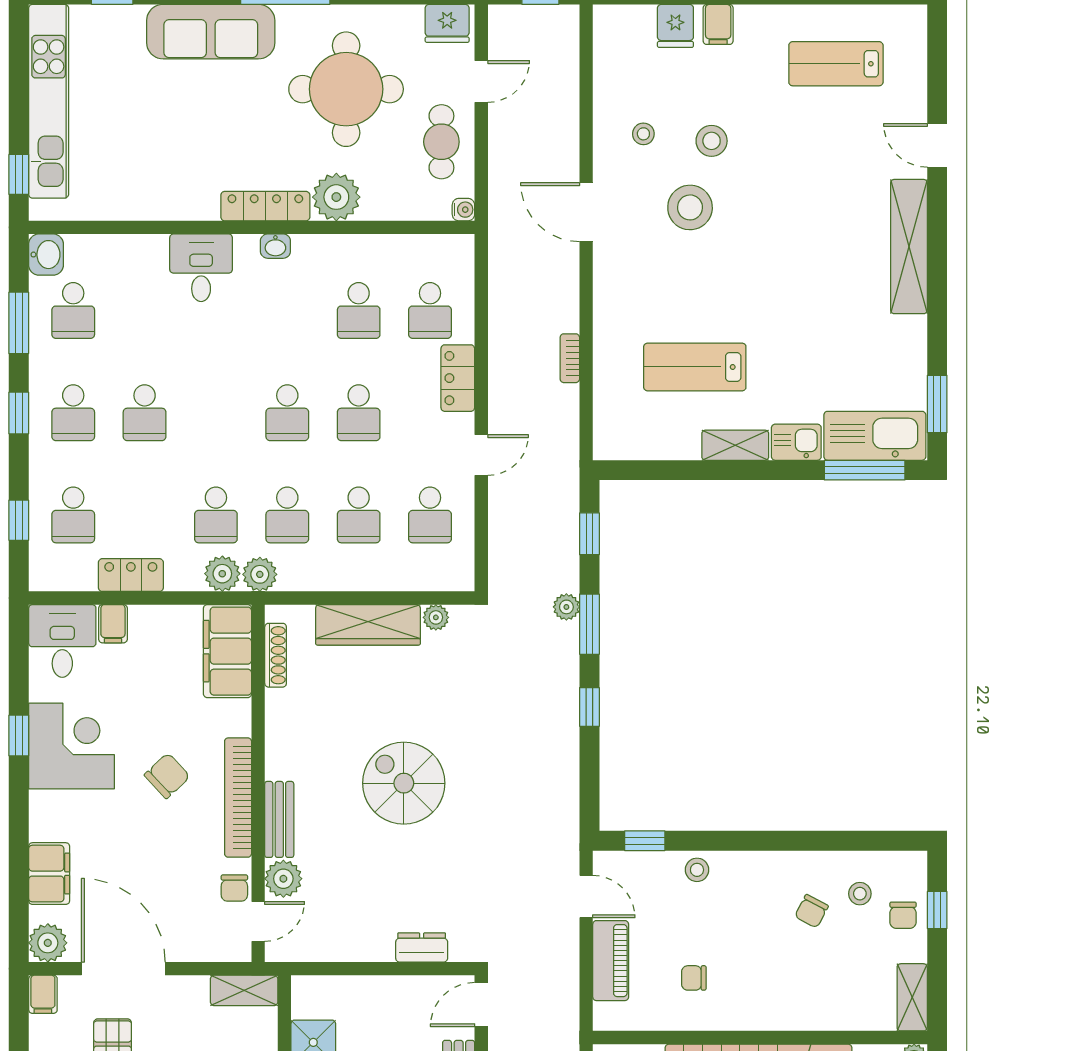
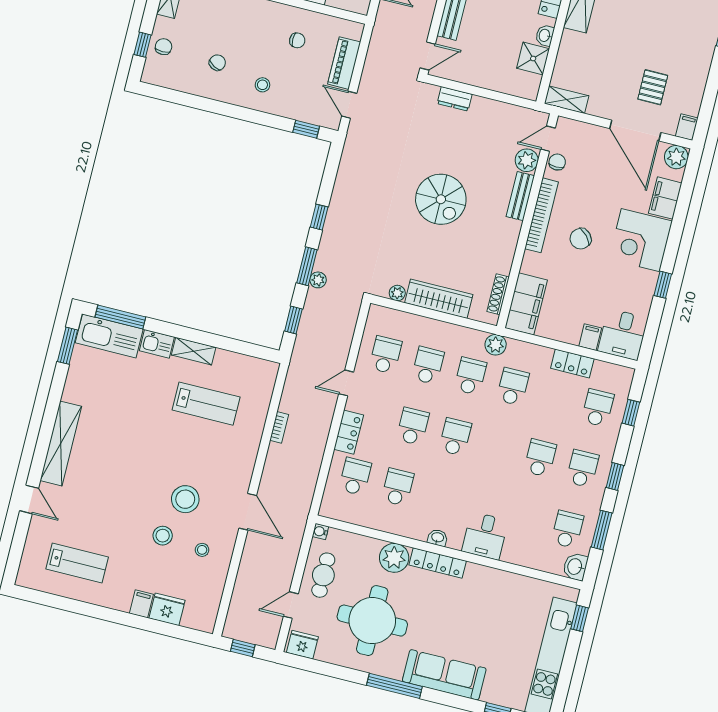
fridge: (675, 26) -> (167, 609), width x1.38
plant: (222, 574) -> (518, 351), removed
corner desk: (71, 746) -> (641, 240), moved
stool: (697, 870) -> (262, 85), moved
stool: (860, 894) -> (186, 66), removed

